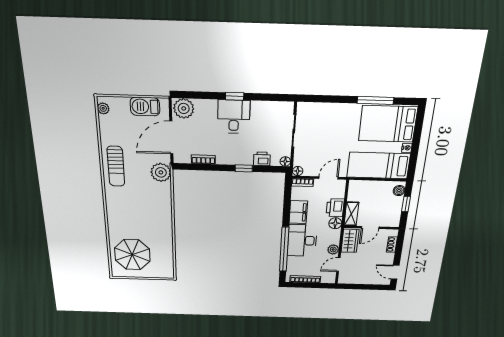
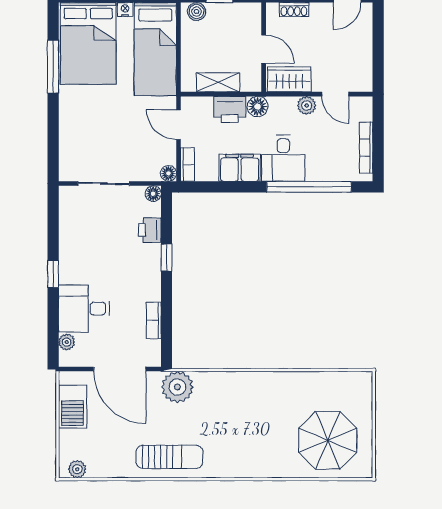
plant: (184, 108) -> (67, 342), width x0.53, depth x0.53
desk: (234, 117) -> (84, 309), moved
shelving: (351, 214) -> (218, 82), moved
desk: (302, 240) -> (283, 158), width x0.73

